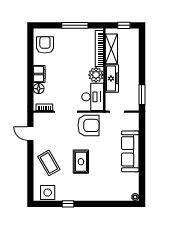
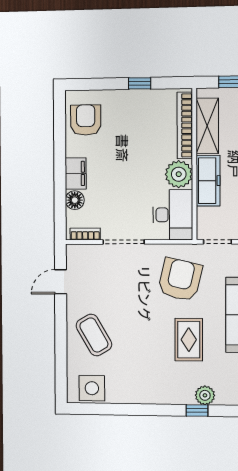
window: (75, 25) -> (140, 83), width x0.46
armchair: (88, 125) -> (180, 280), moved, turned -77
door: (30, 134) -> (61, 282), hinge flipped
rug: (81, 162) -> (189, 340), moved
plant: (110, 196) -> (205, 395), added
window: (68, 204) -> (197, 410), moved

